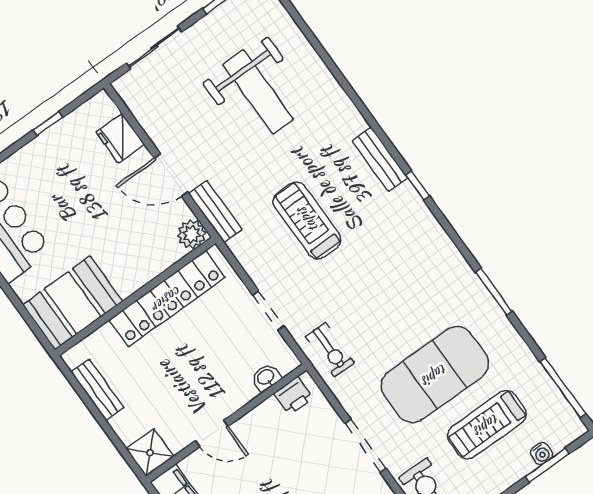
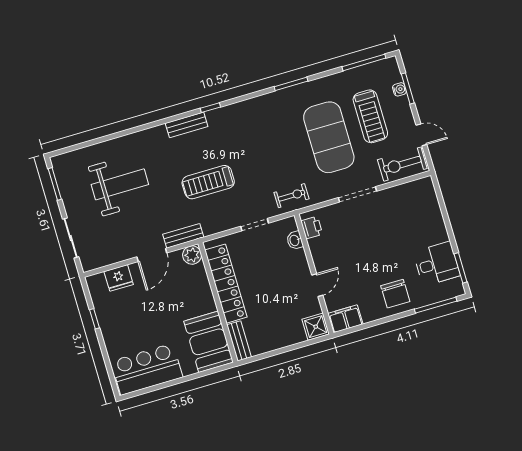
bench: (97, 390) -> (239, 341), moved, turned 90

